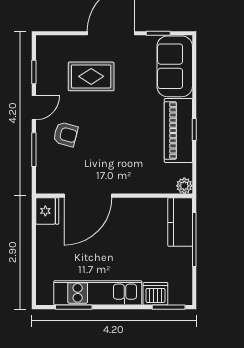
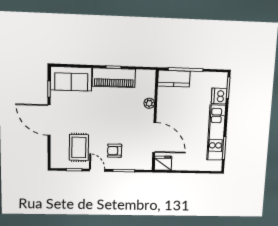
rug: (91, 76) -> (79, 148), moved
armchair: (66, 134) -> (115, 151), turned -105
plant: (184, 186) -> (149, 103), moved

